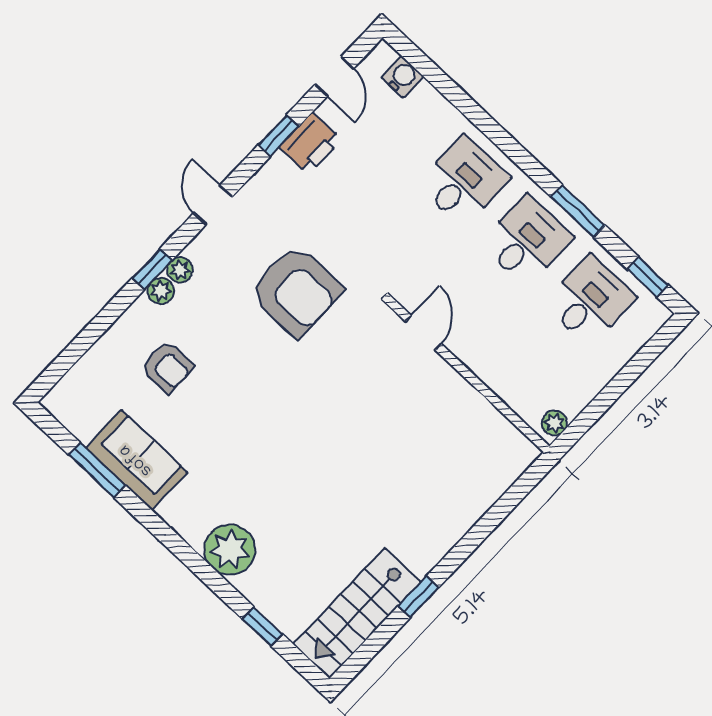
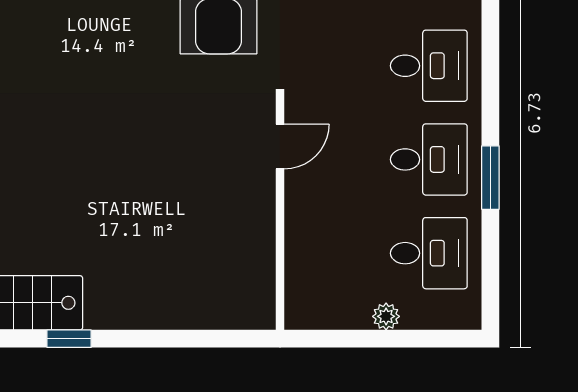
window: (648, 277) -> (490, 281), removed
plant: (554, 423) -> (386, 316), moved

